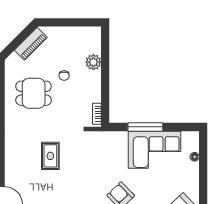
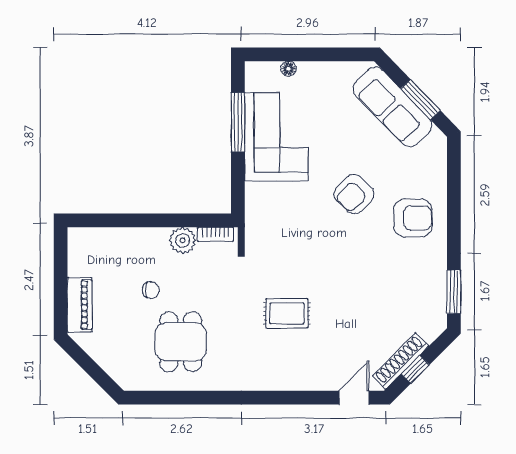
piano: (31, 44) -> (80, 305), moved, turned 45
plant: (93, 62) -> (183, 240), moved
window: (145, 127) -> (238, 122), moved

